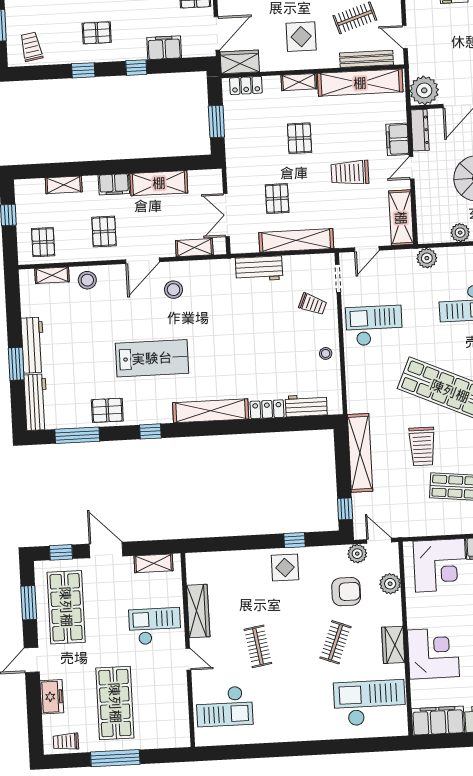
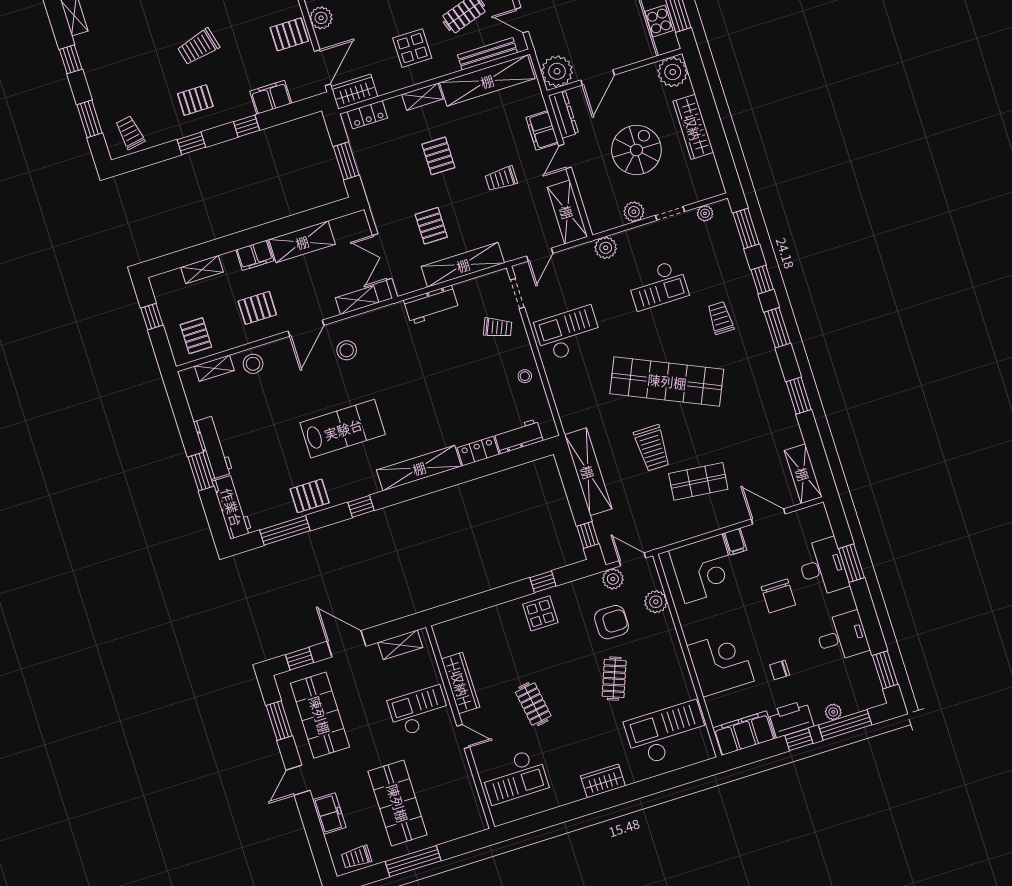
trolley: (350, 173) -> (501, 179), width x0.73, depth x0.72
pallet: (104, 232) -> (257, 308), turned 90
wardrobe: (393, 645) -> (603, 781), moved, turned 90

